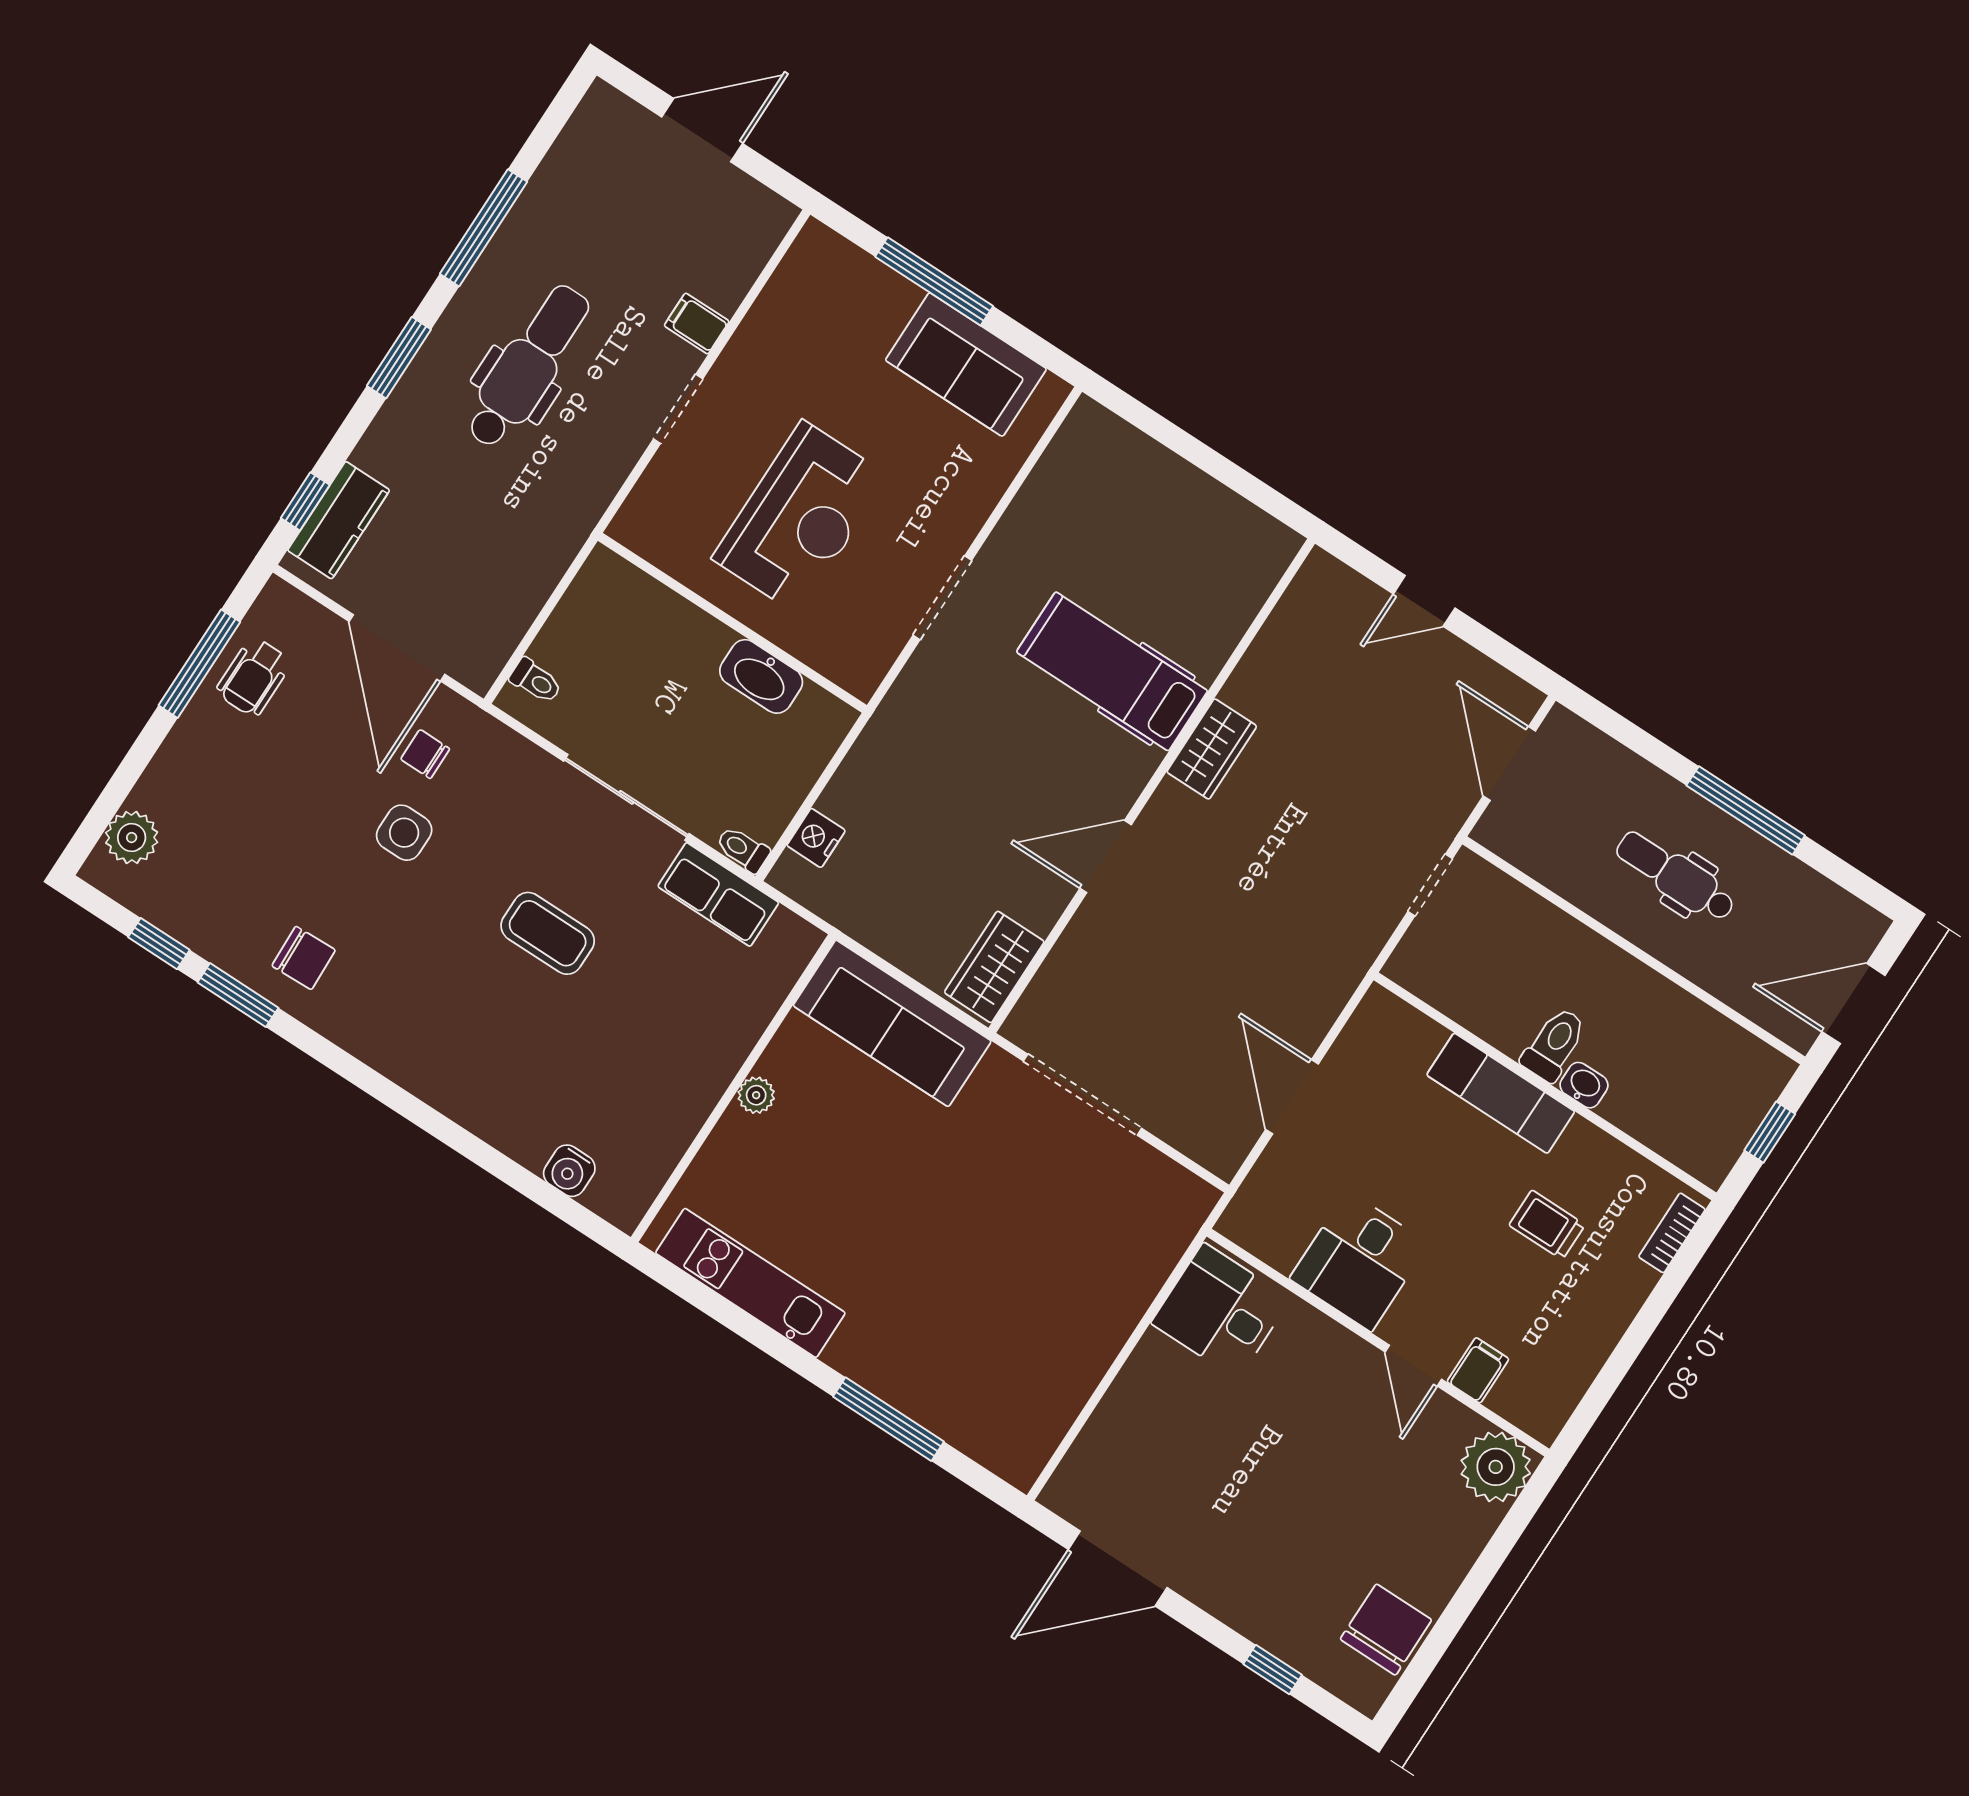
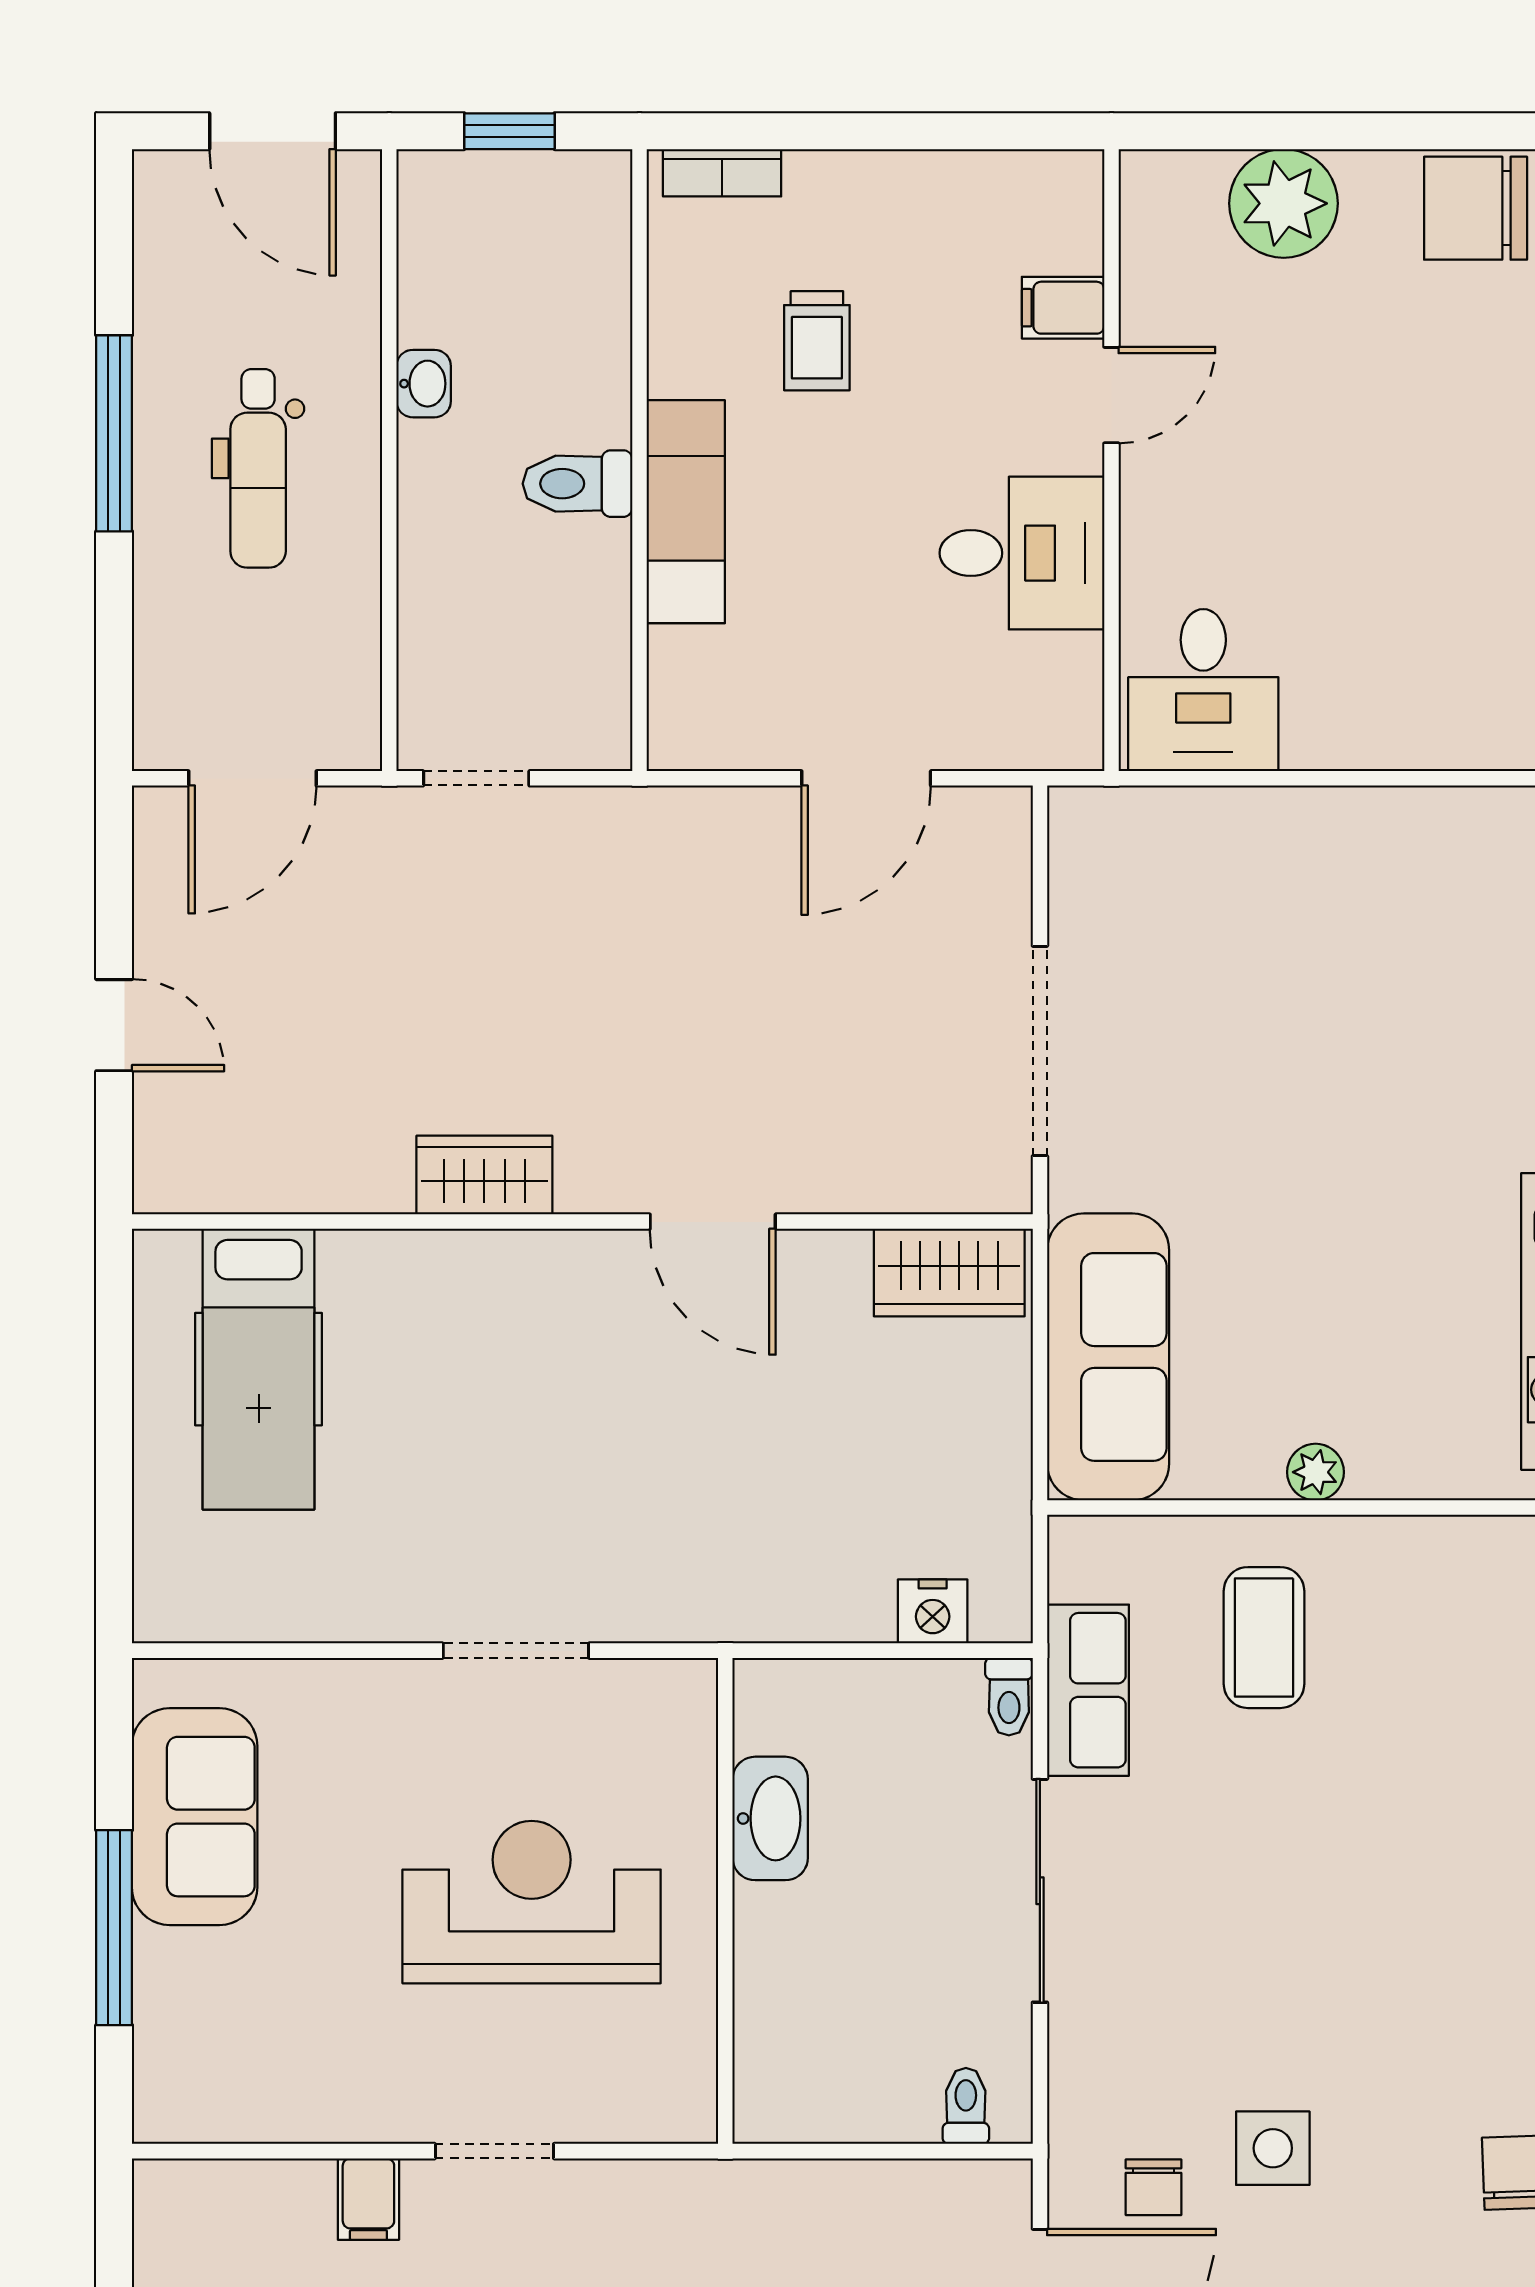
hospital bed: (1112, 671) -> (259, 1369), moved
coffee table: (548, 933) -> (1264, 1638), moved
washbasin: (1584, 1085) -> (424, 384), moved, turned 180
plant: (1496, 1467) -> (1284, 203), moved

